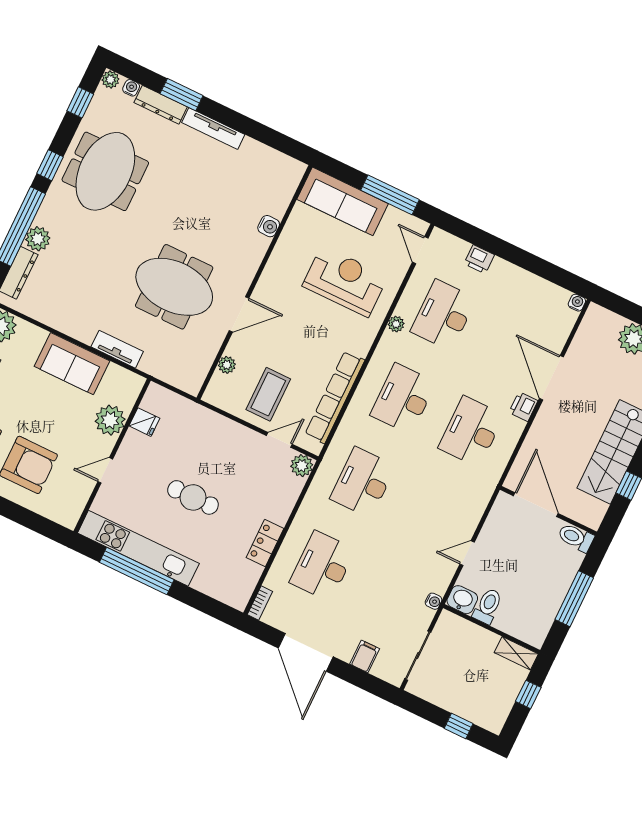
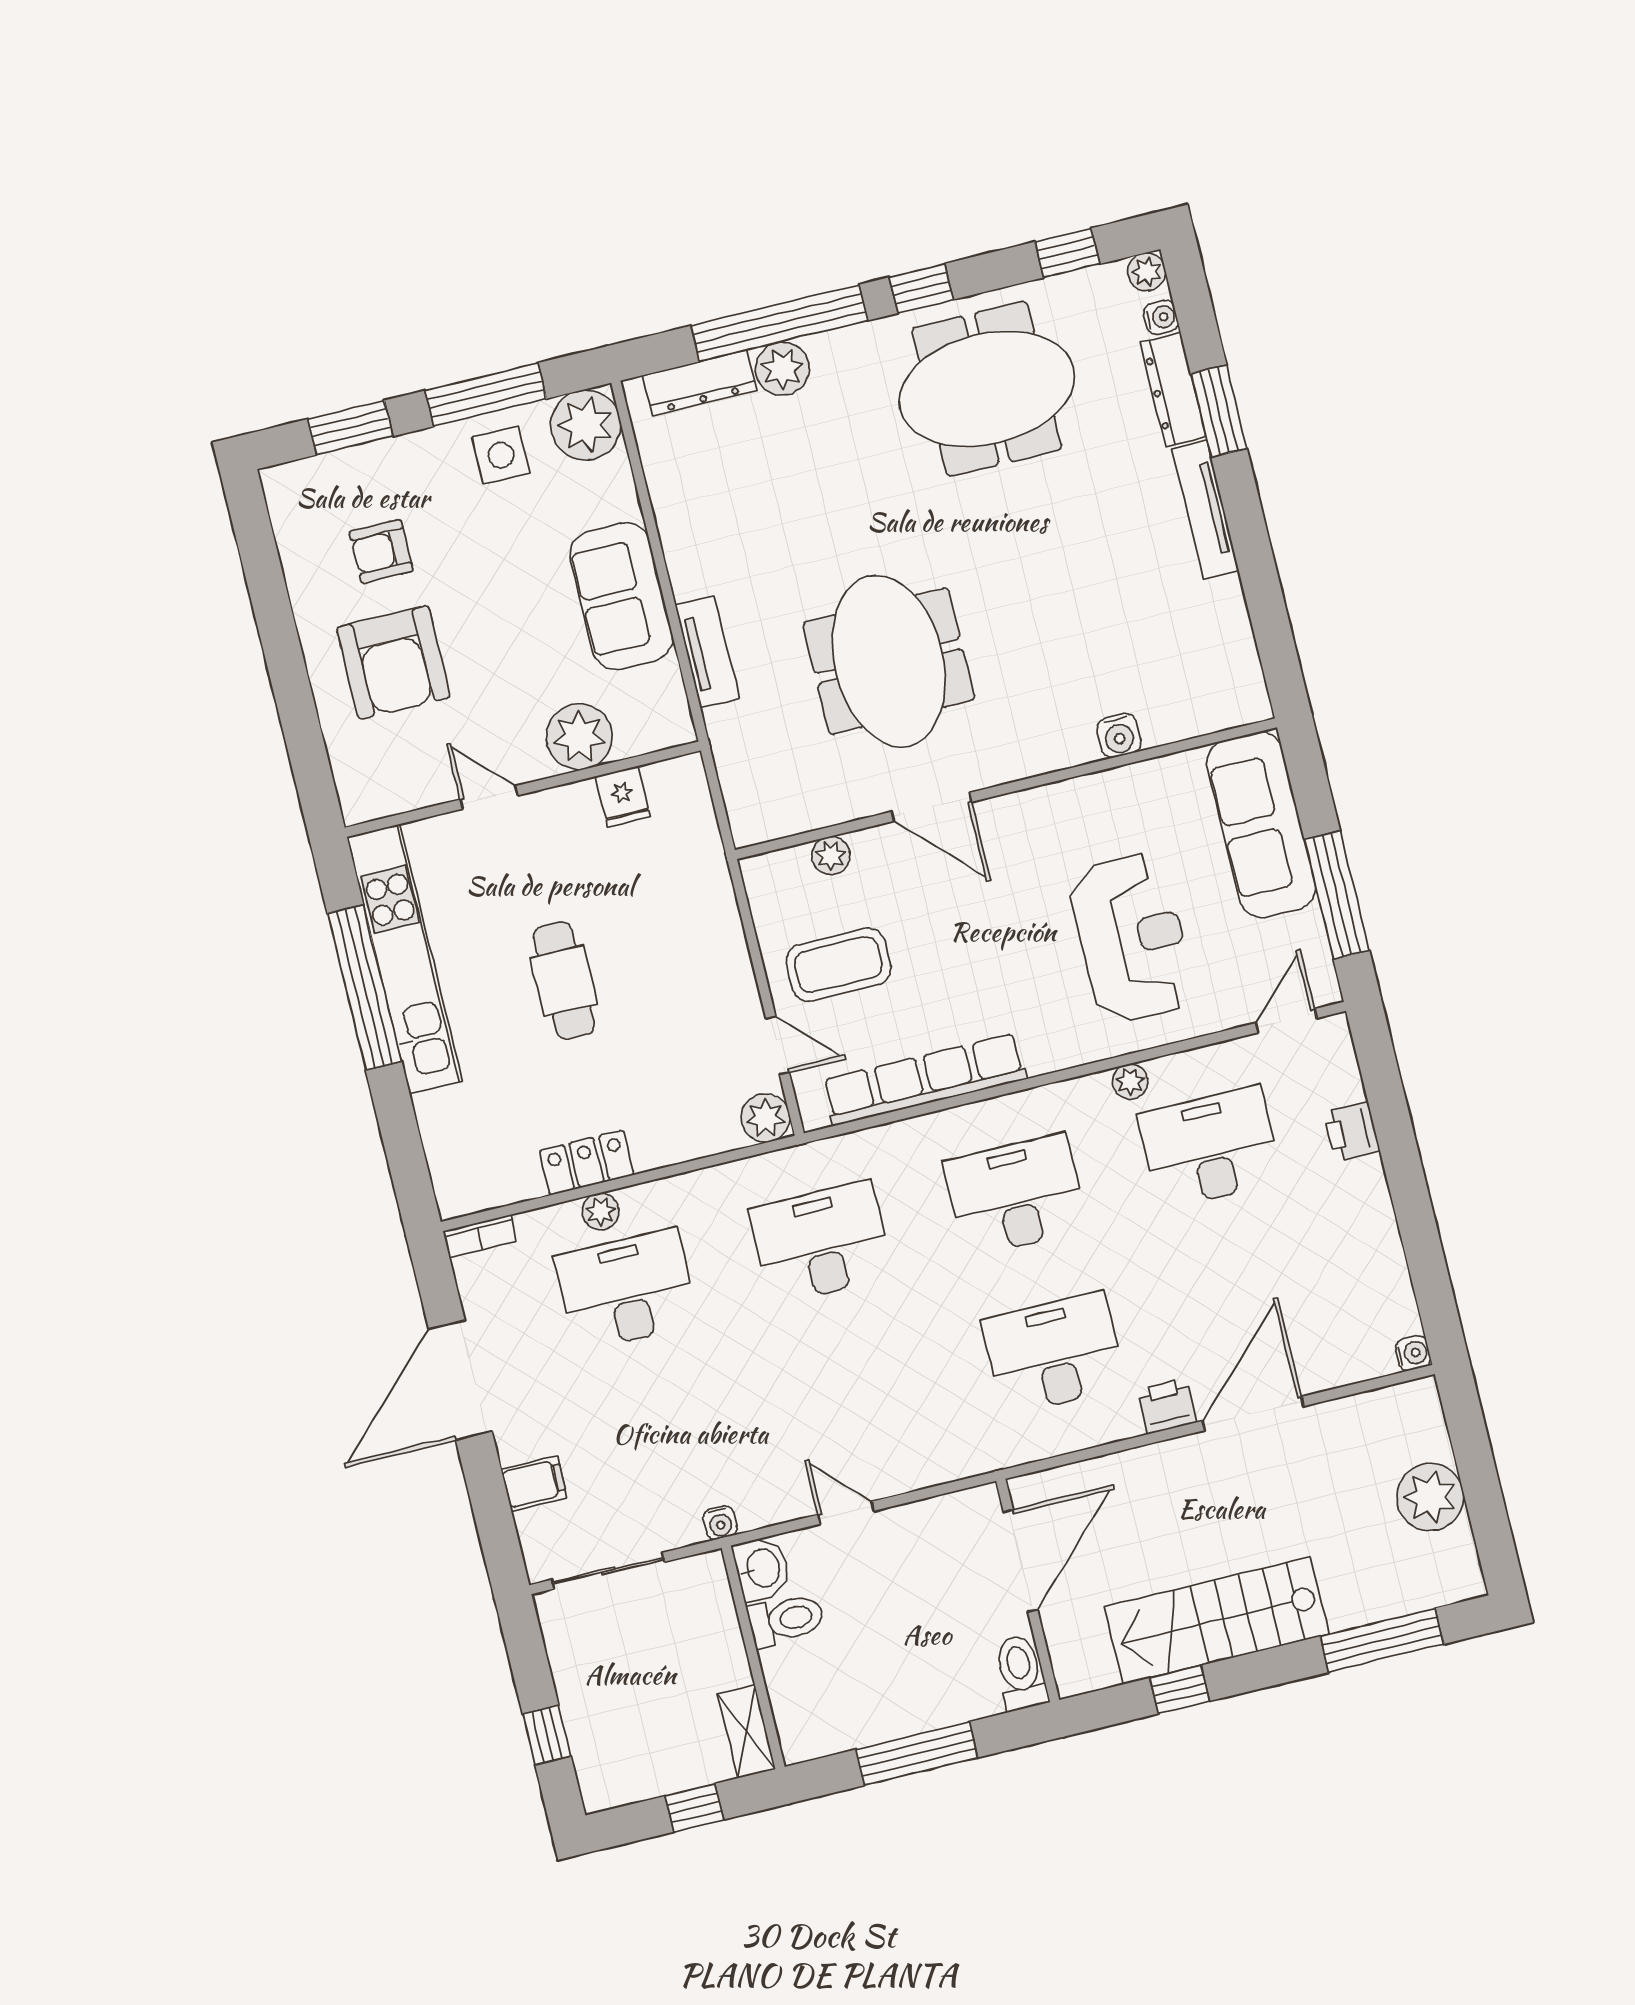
plant: (287, 552) -> (601, 1211), added

